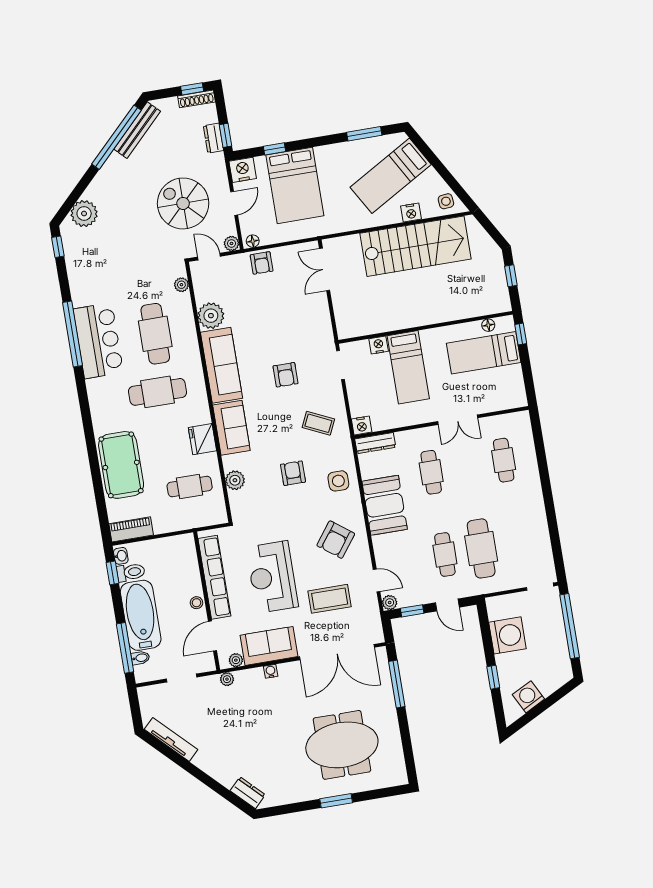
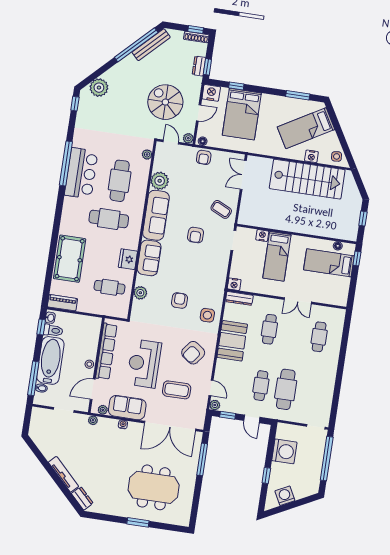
coffee table: (318, 423) -> (221, 209), moved
tv unit: (171, 739) -> (63, 474), moved

